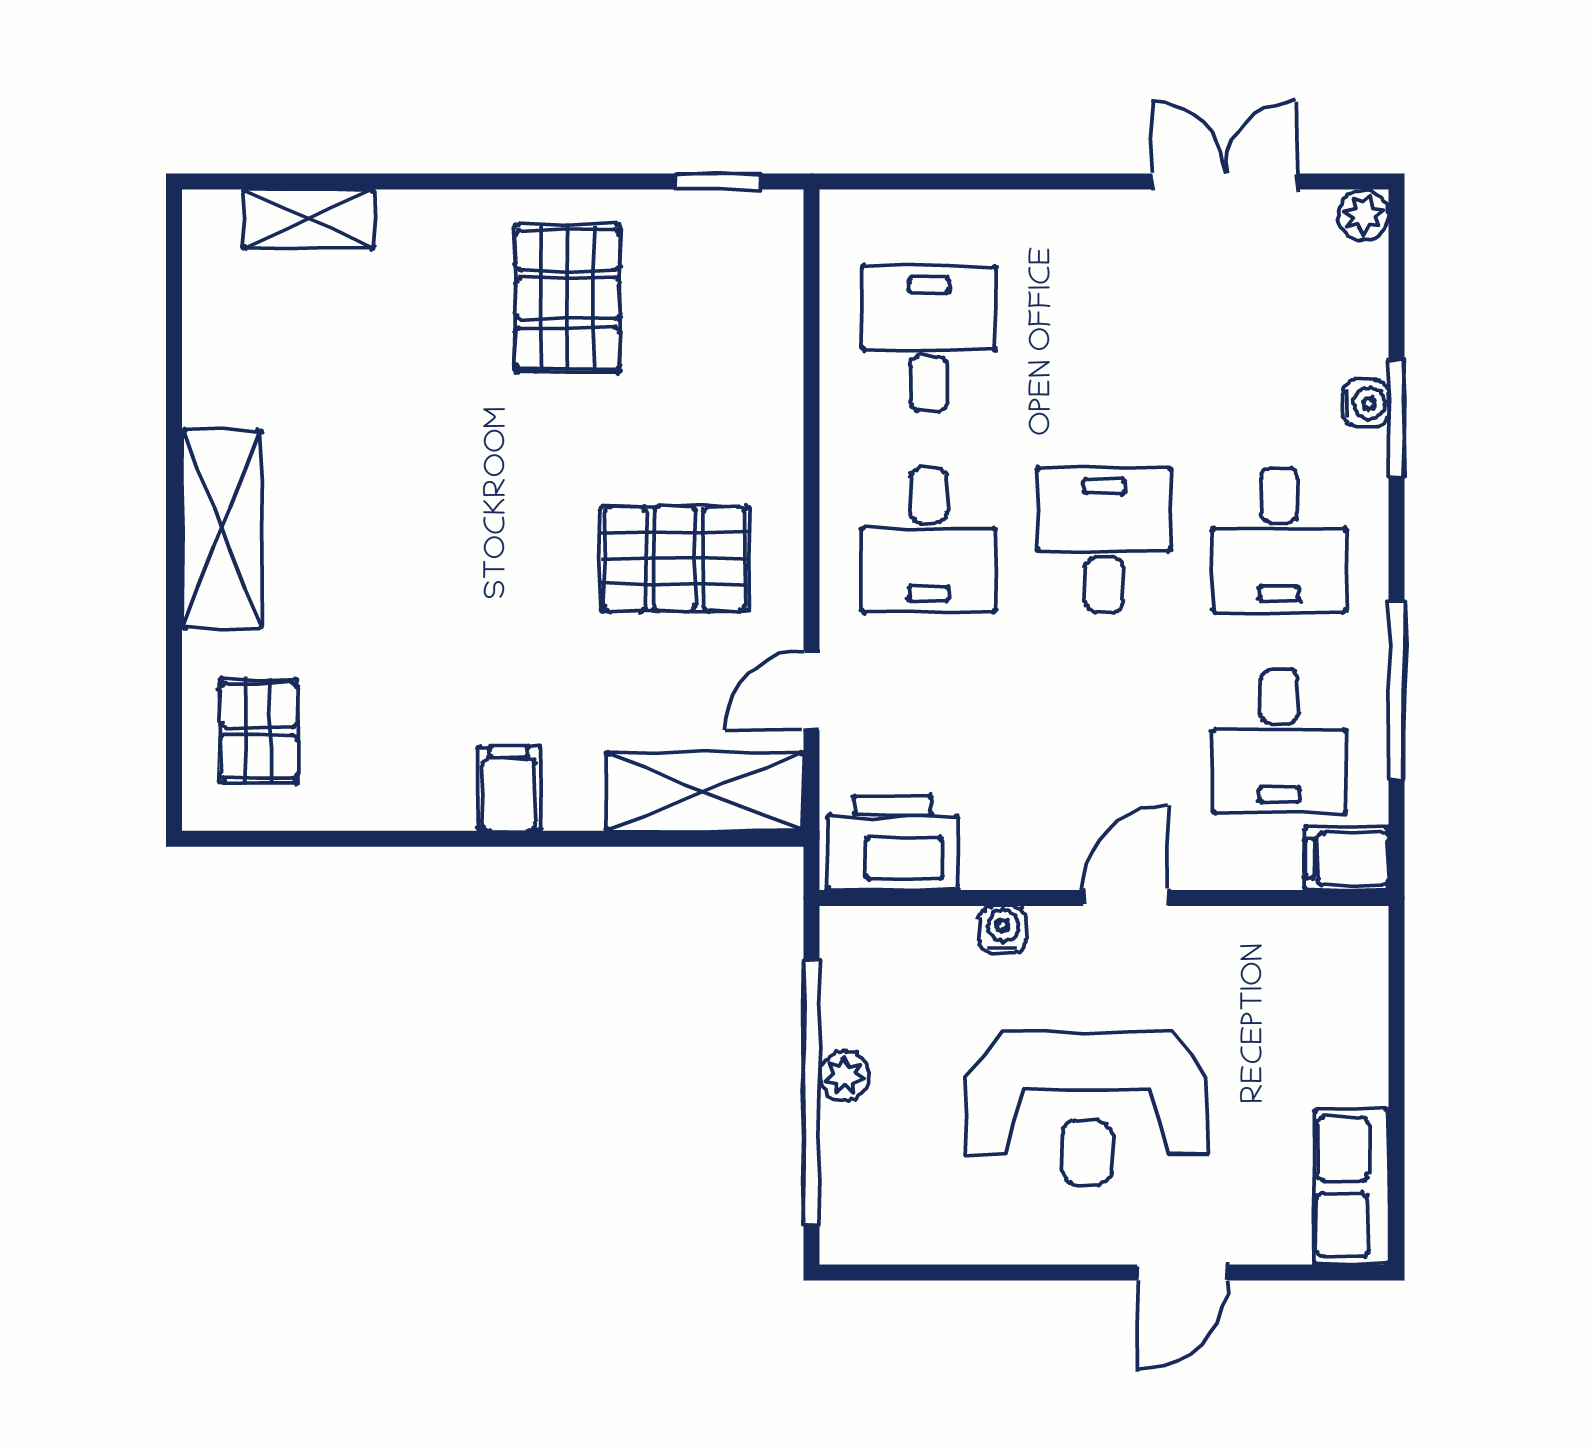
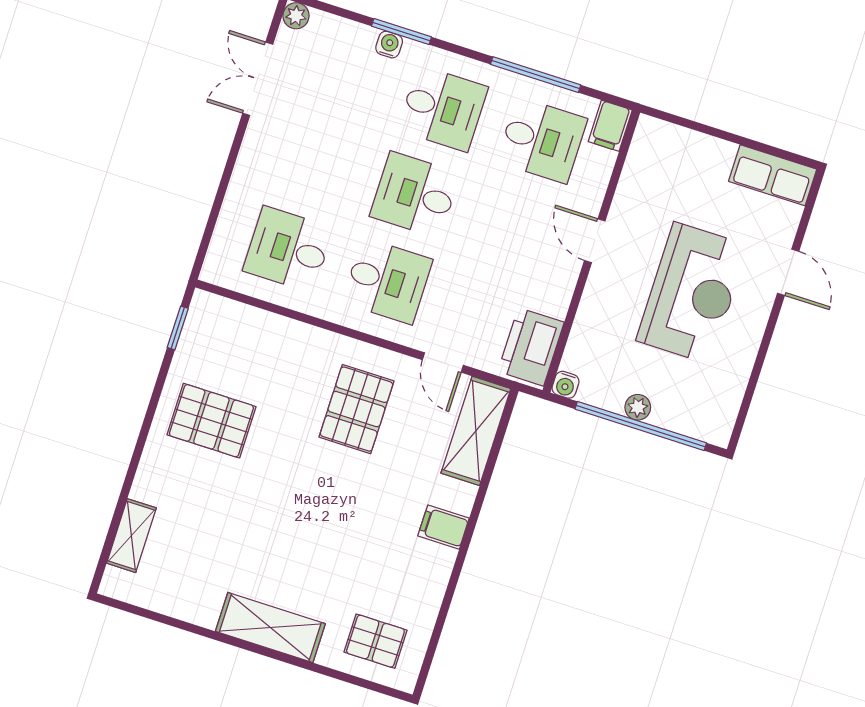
water cooler: (1003, 929) -> (566, 385), moved, turned -90

